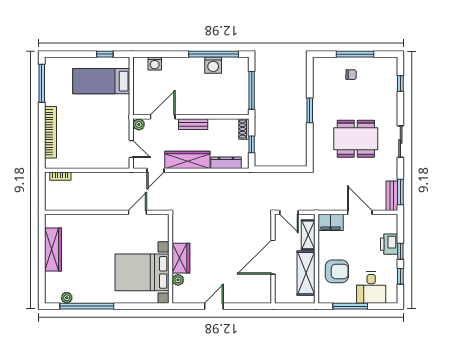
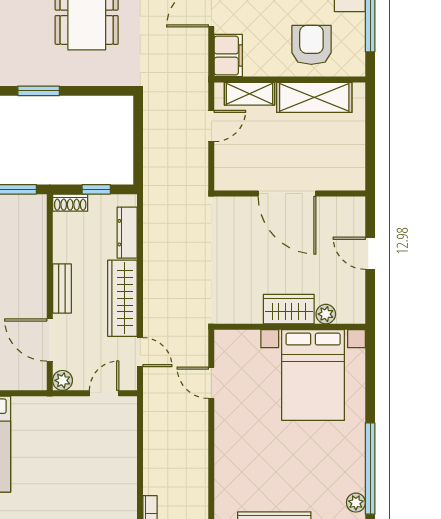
door: (273, 257) -> (287, 194), moved
wall: (273, 259) -> (290, 194), moved

